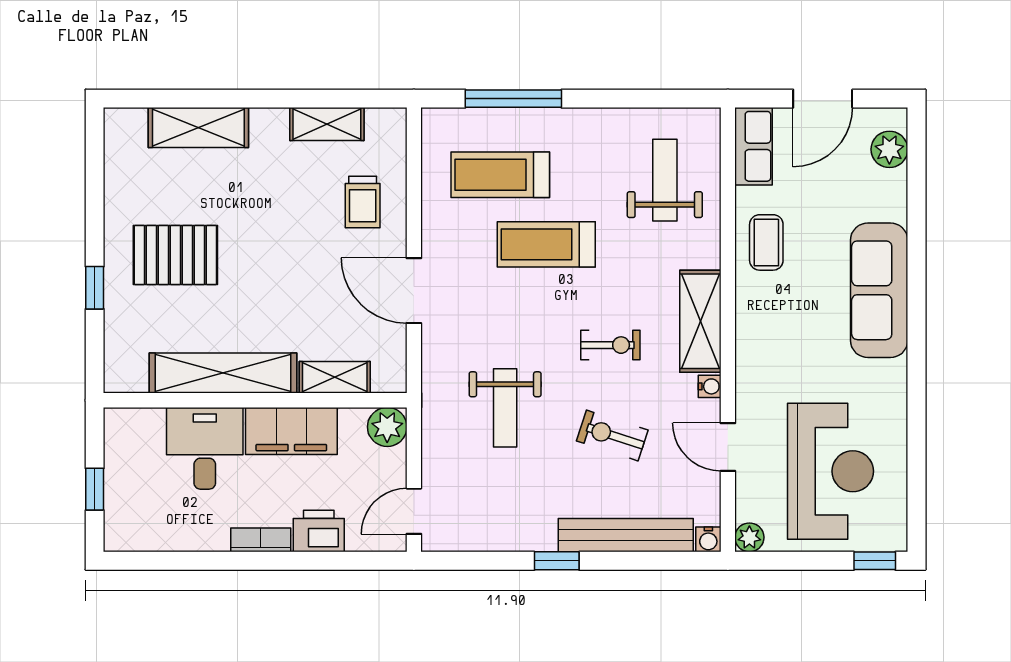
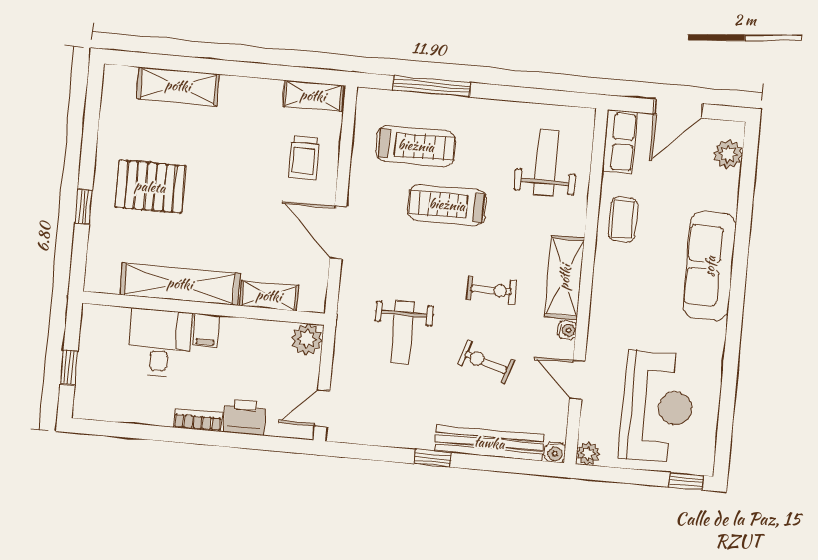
shelving: (327, 124) -> (313, 96), moved
treadmill: (500, 175) -> (416, 146), turned 180
filing cabinet: (291, 431) -> (206, 330), width x0.33, depth x0.86

